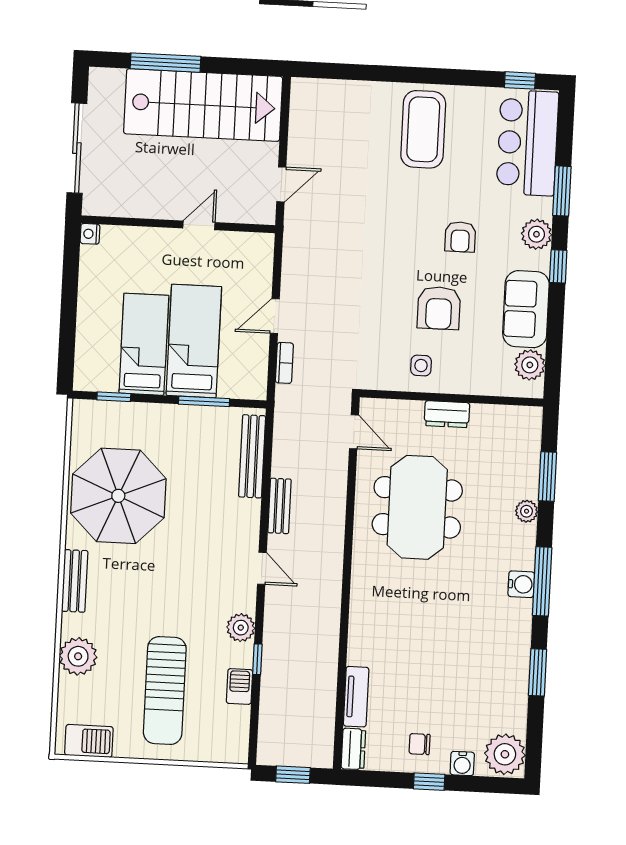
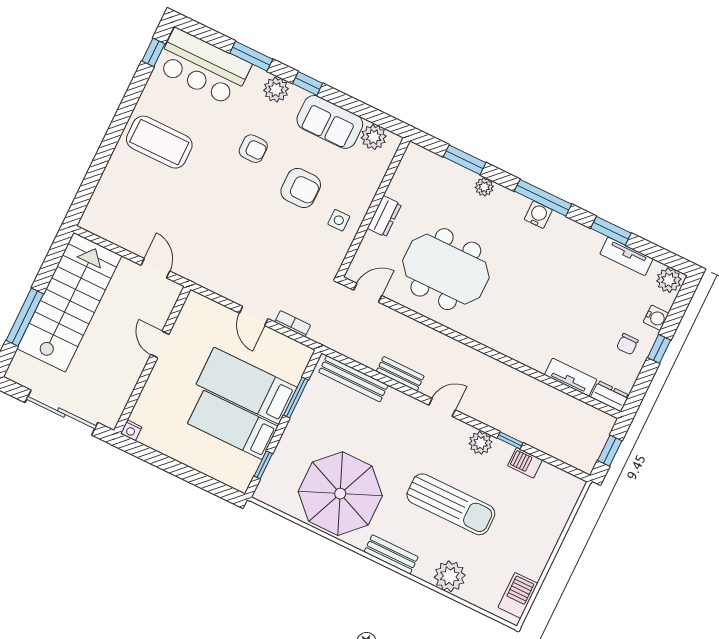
sun lounger: (165, 691) -> (451, 504), moved
tv unit: (517, 702) -> (627, 256), added
plant: (505, 754) -> (669, 280), width x0.73, depth x0.73

